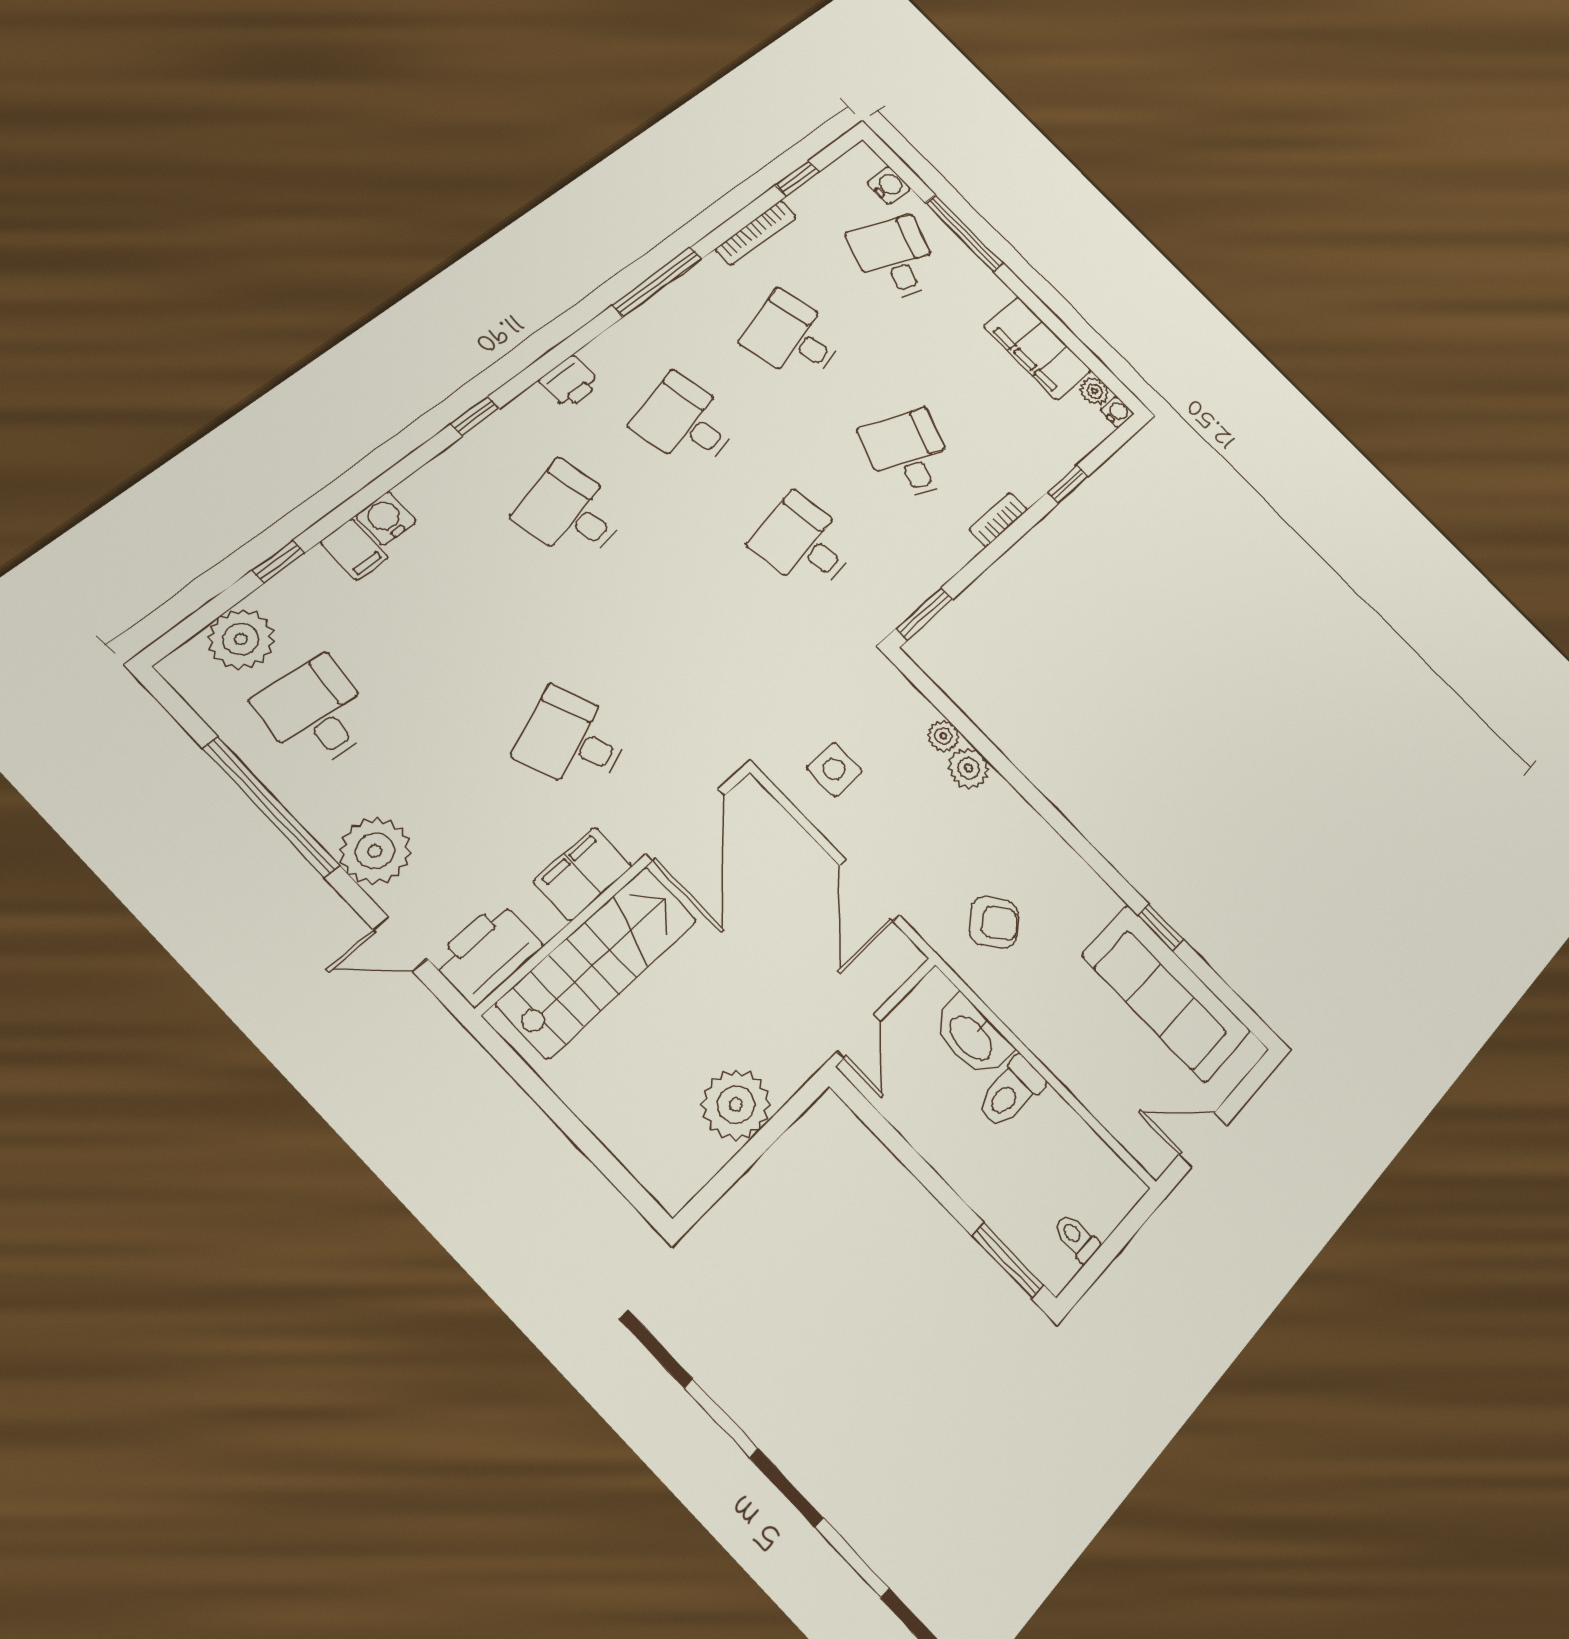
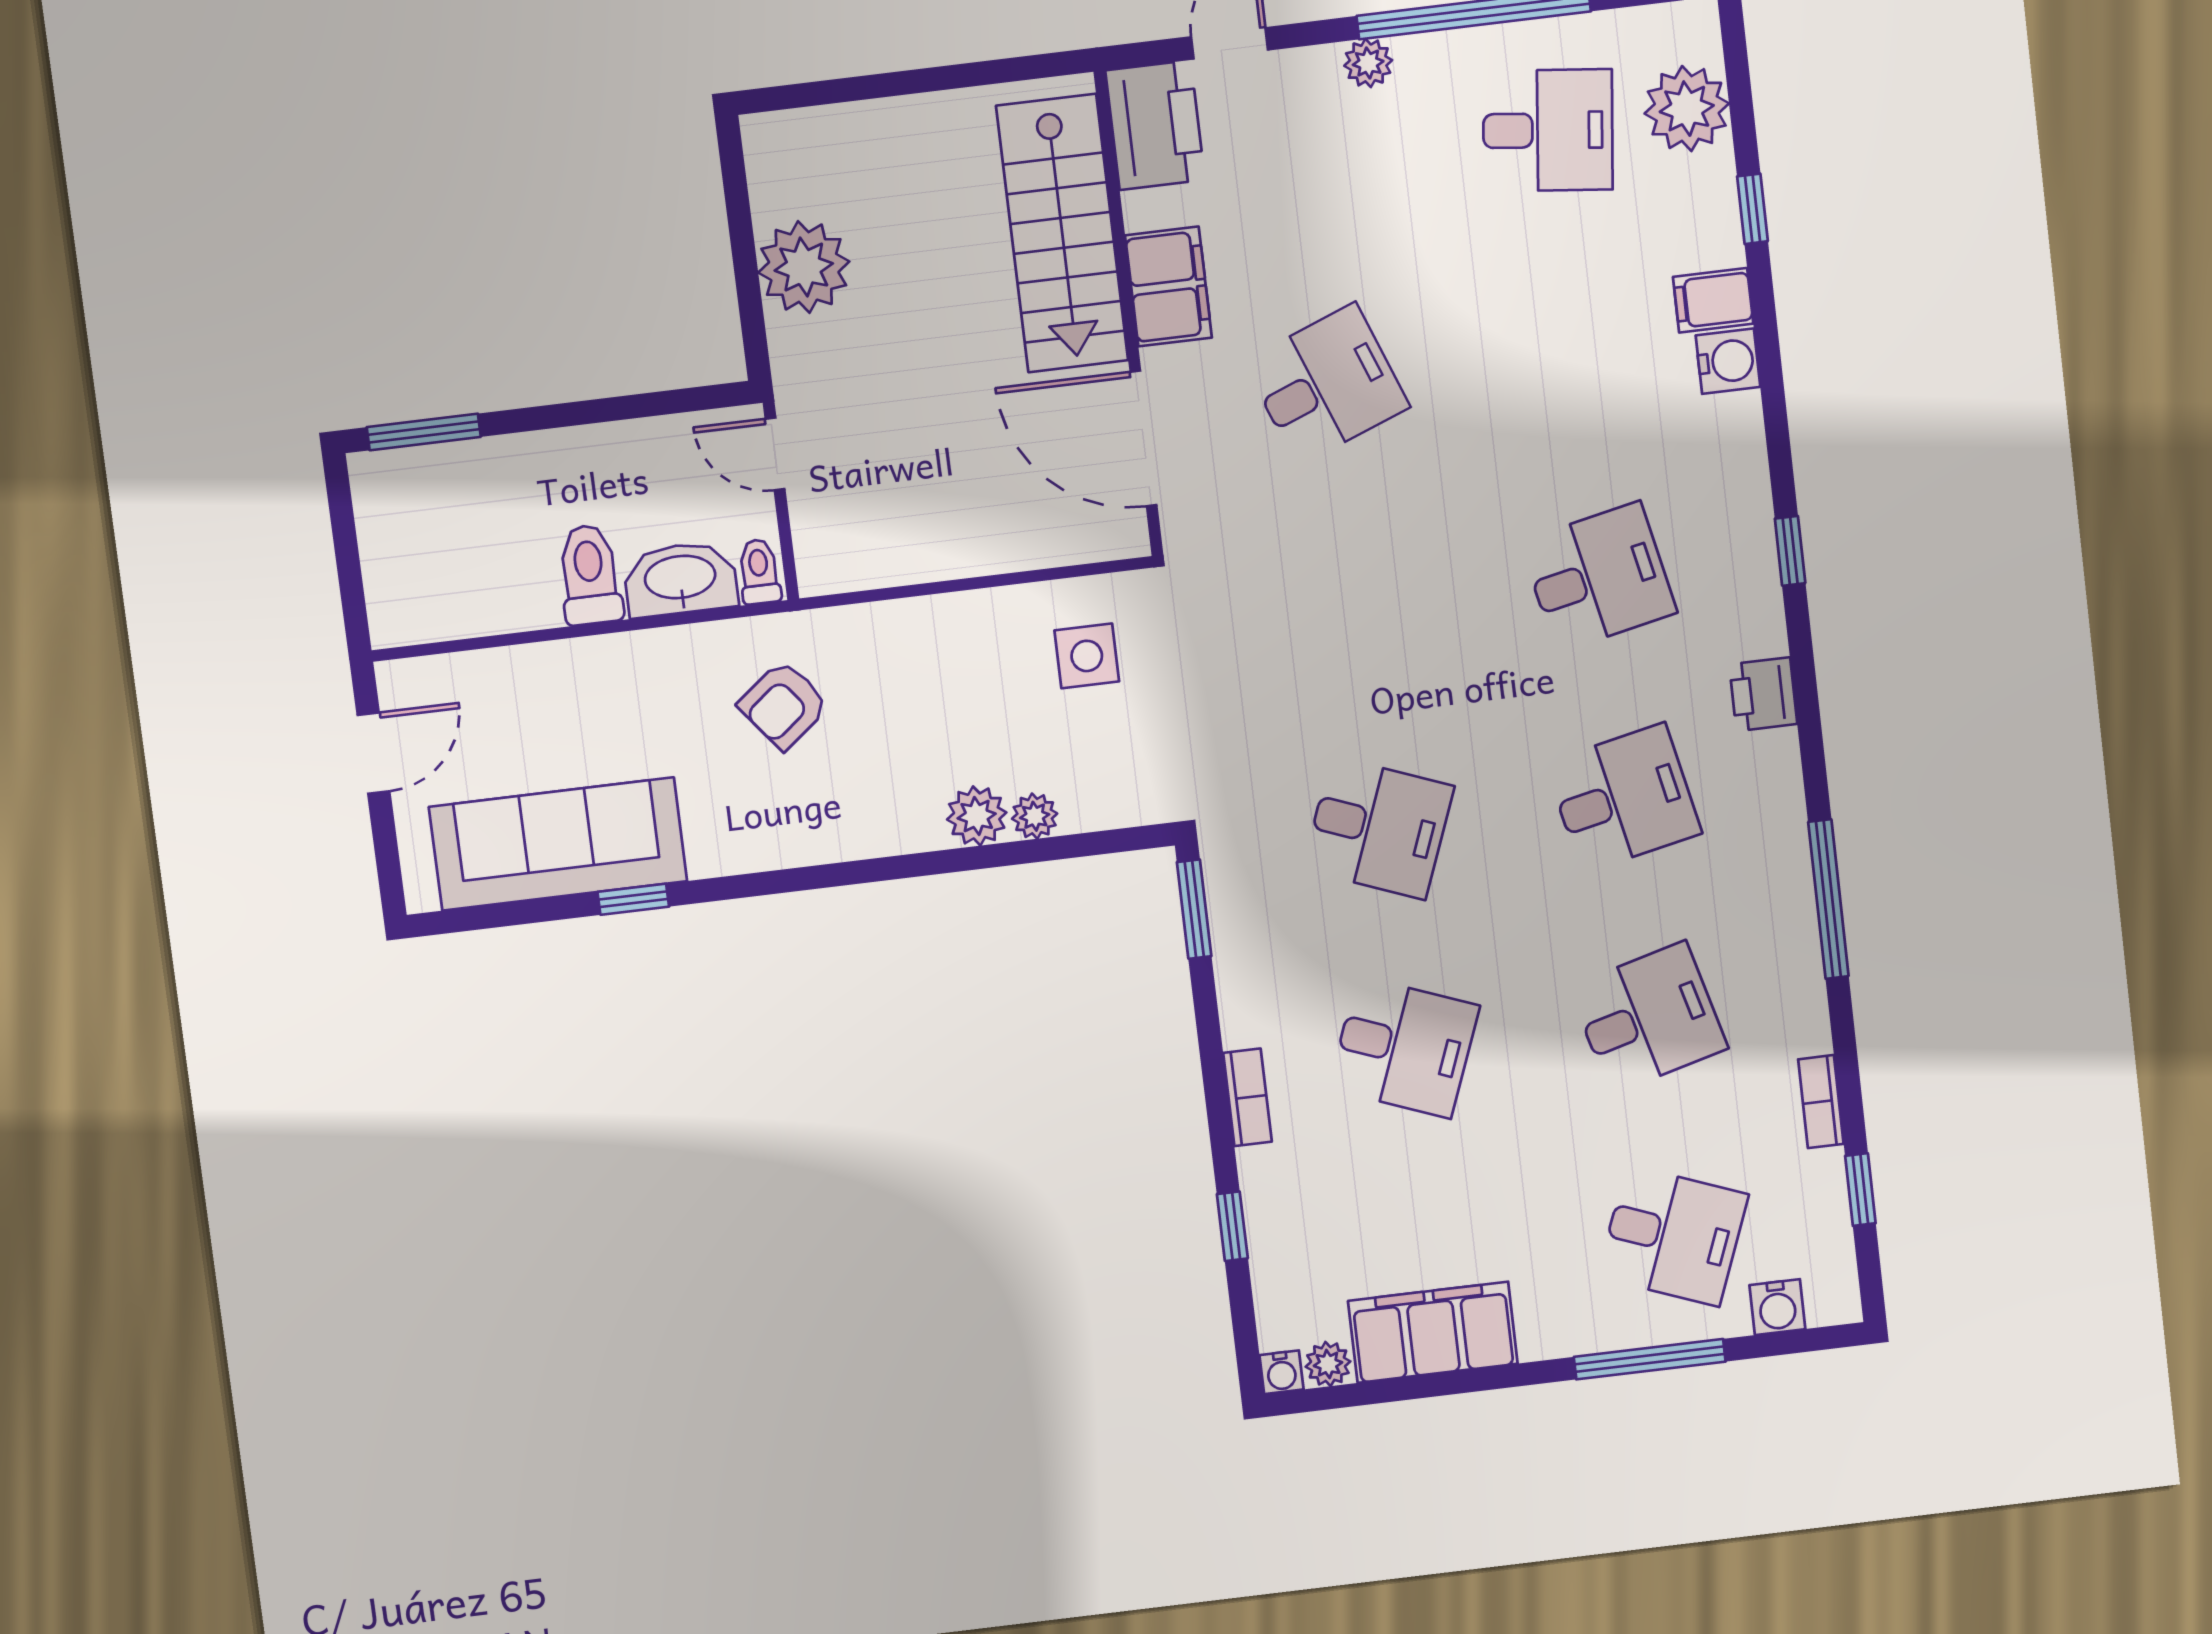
bookcase: (756, 233) -> (1821, 1102), width x0.64
desk: (804, 543) -> (1378, 828), turned 30
plant: (375, 851) -> (1368, 63), width x0.53, depth x0.53
door: (869, 890) -> (923, 589), removed
toilet: (1077, 1238) -> (759, 572), moved, turned -90

